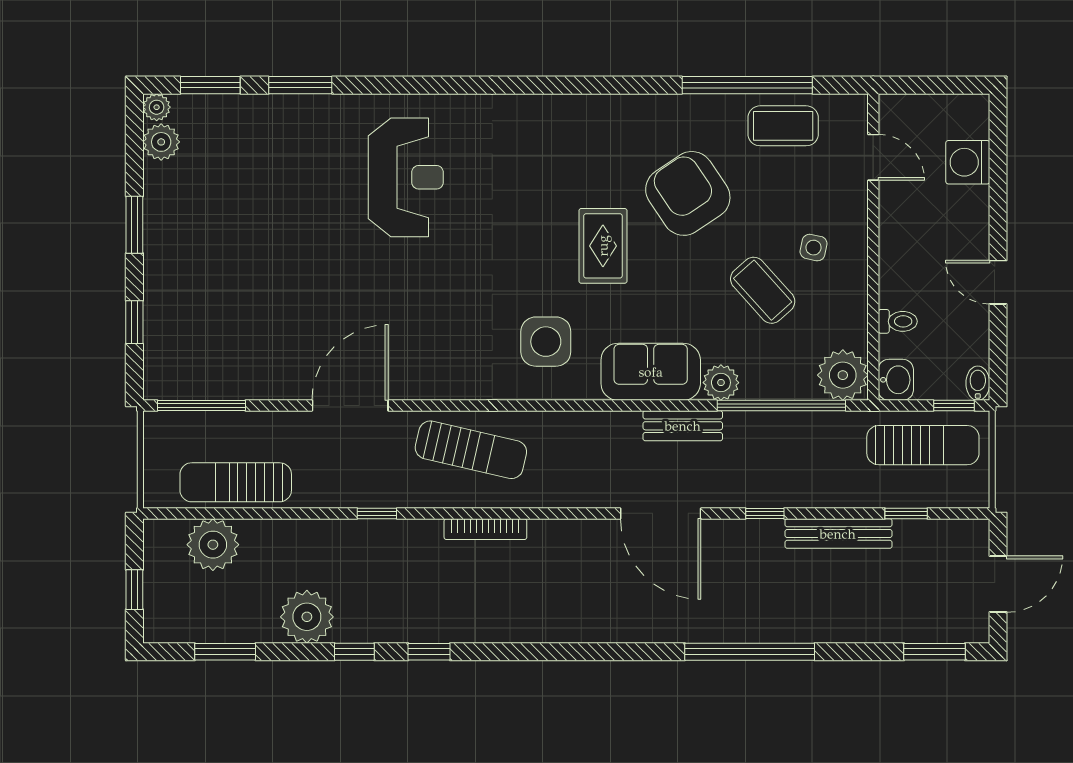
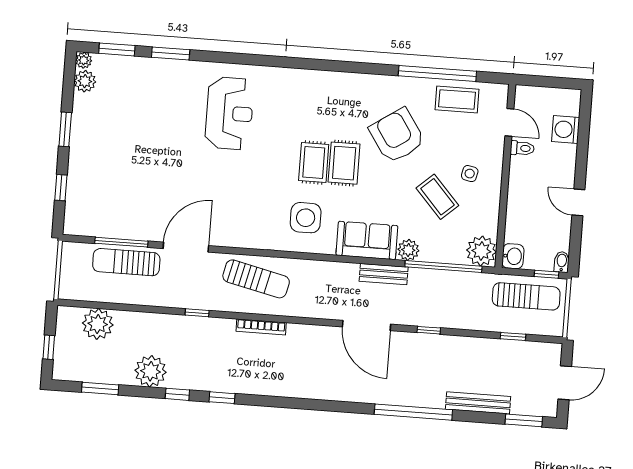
rug: (552, 249) -> (314, 163), added
toilet: (898, 321) -> (522, 148), moved
window: (201, 406) -> (121, 242), moved
sun lounger: (236, 482) -> (126, 262), moved
bench: (838, 534) -> (478, 403), moved

